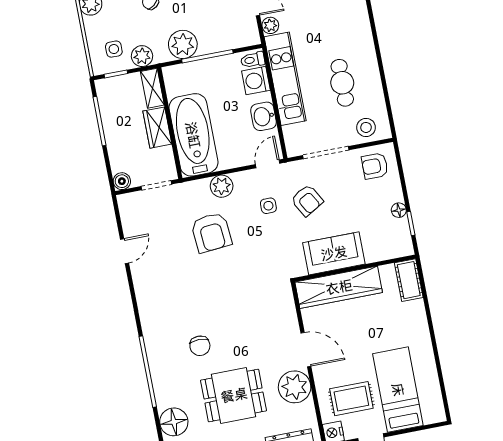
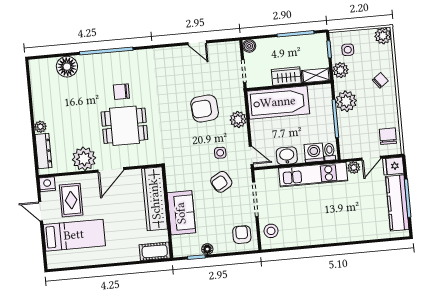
cafe table: (342, 83) -> (306, 217), removed
sofa: (334, 253) -> (181, 213), moved
dining table: (234, 395) -> (124, 126), moved, turned 90

